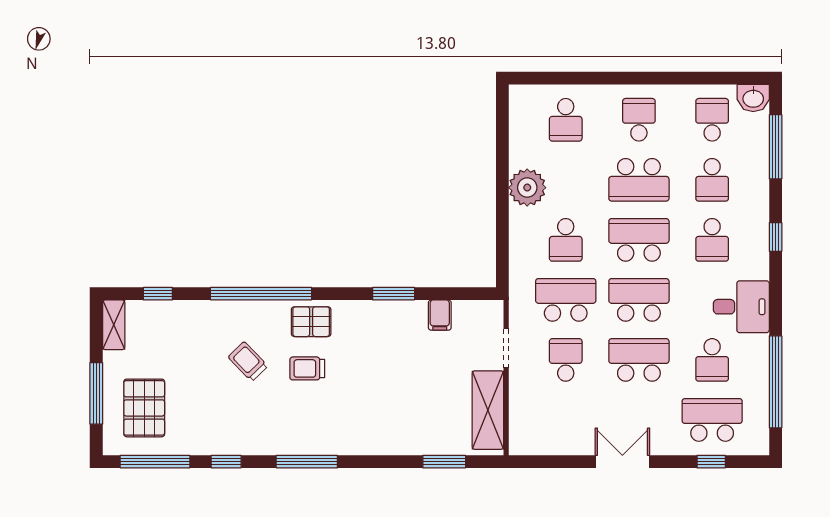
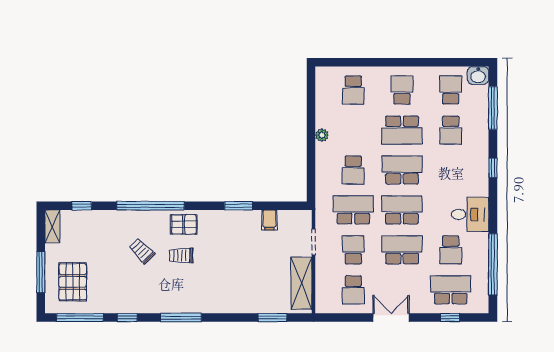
plant: (527, 188) -> (322, 135), width x0.53, depth x0.53
school desk: (712, 240) -> (353, 290), moved

